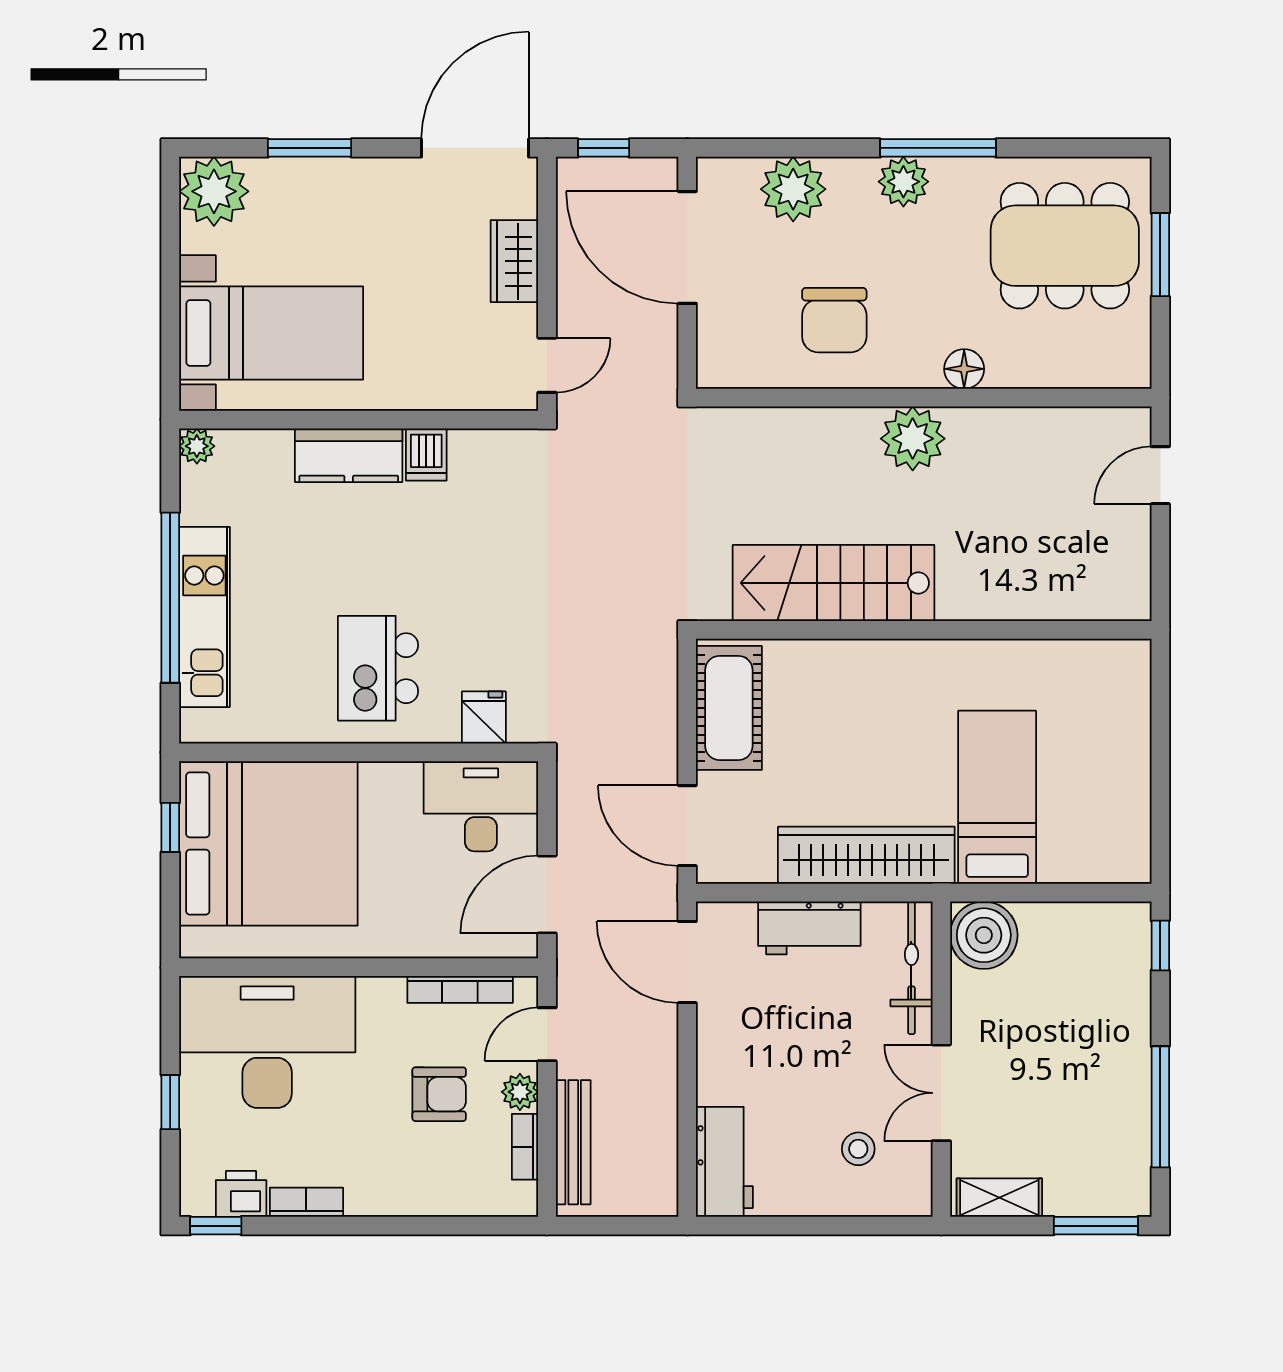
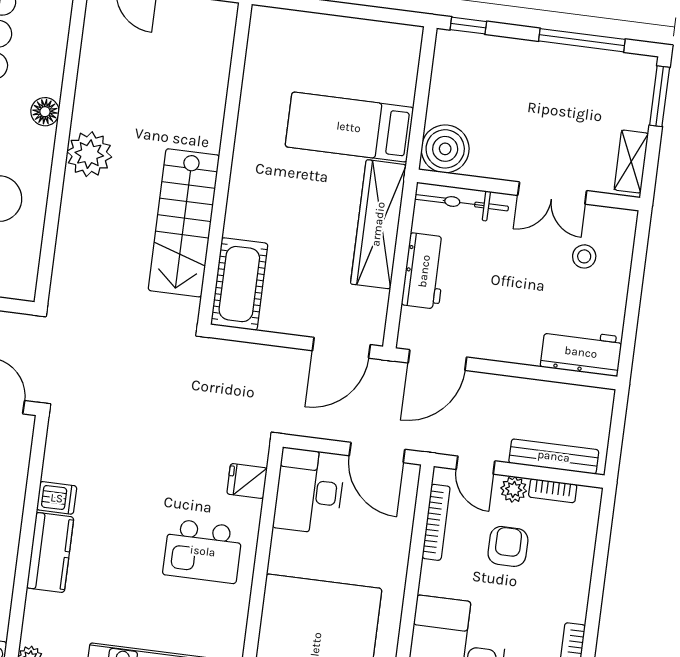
cot: (729, 708) -> (239, 284), moved, turned 90

